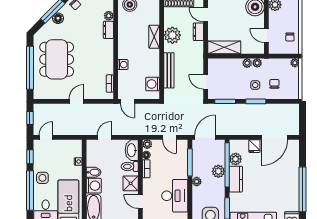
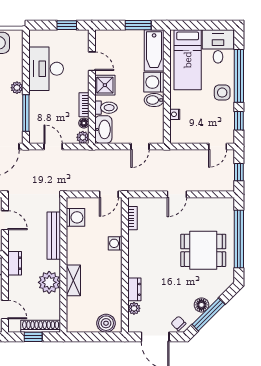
dresser: (198, 32) -> (15, 263), moved
dining table: (57, 59) -> (203, 250), width x0.73
door: (128, 101) -> (109, 194), swing flipped

